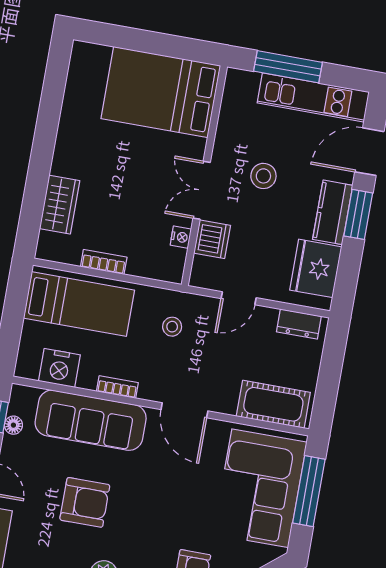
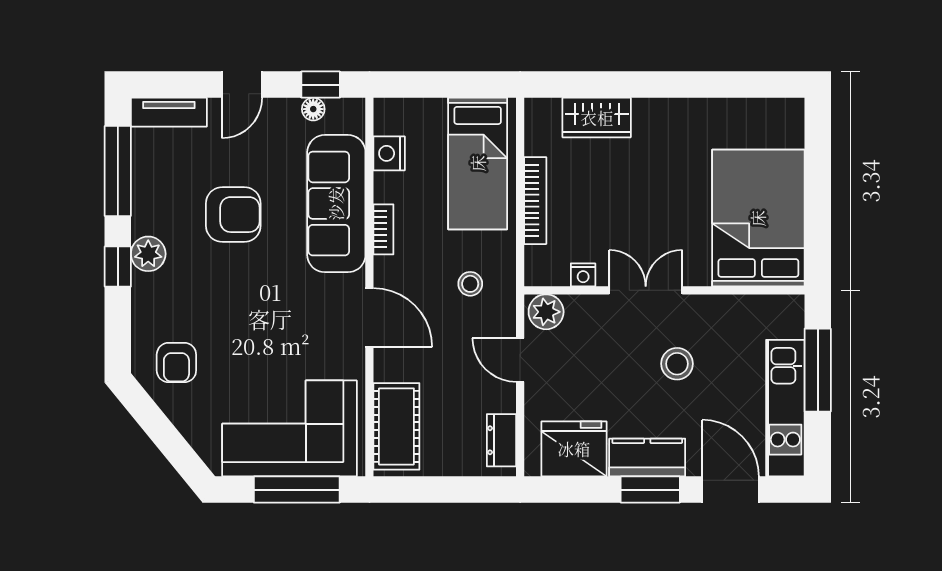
dishwasher: (212, 239) -> (587, 314), removed
bookcase: (104, 262) -> (535, 201), width x1.56
plant: (205, 271) -> (546, 312), added
nightstand: (59, 368) -> (389, 153), width x0.74, depth x0.75
door: (184, 410) -> (369, 318), swing flipped
armchair: (85, 502) -> (233, 215), turned -90

